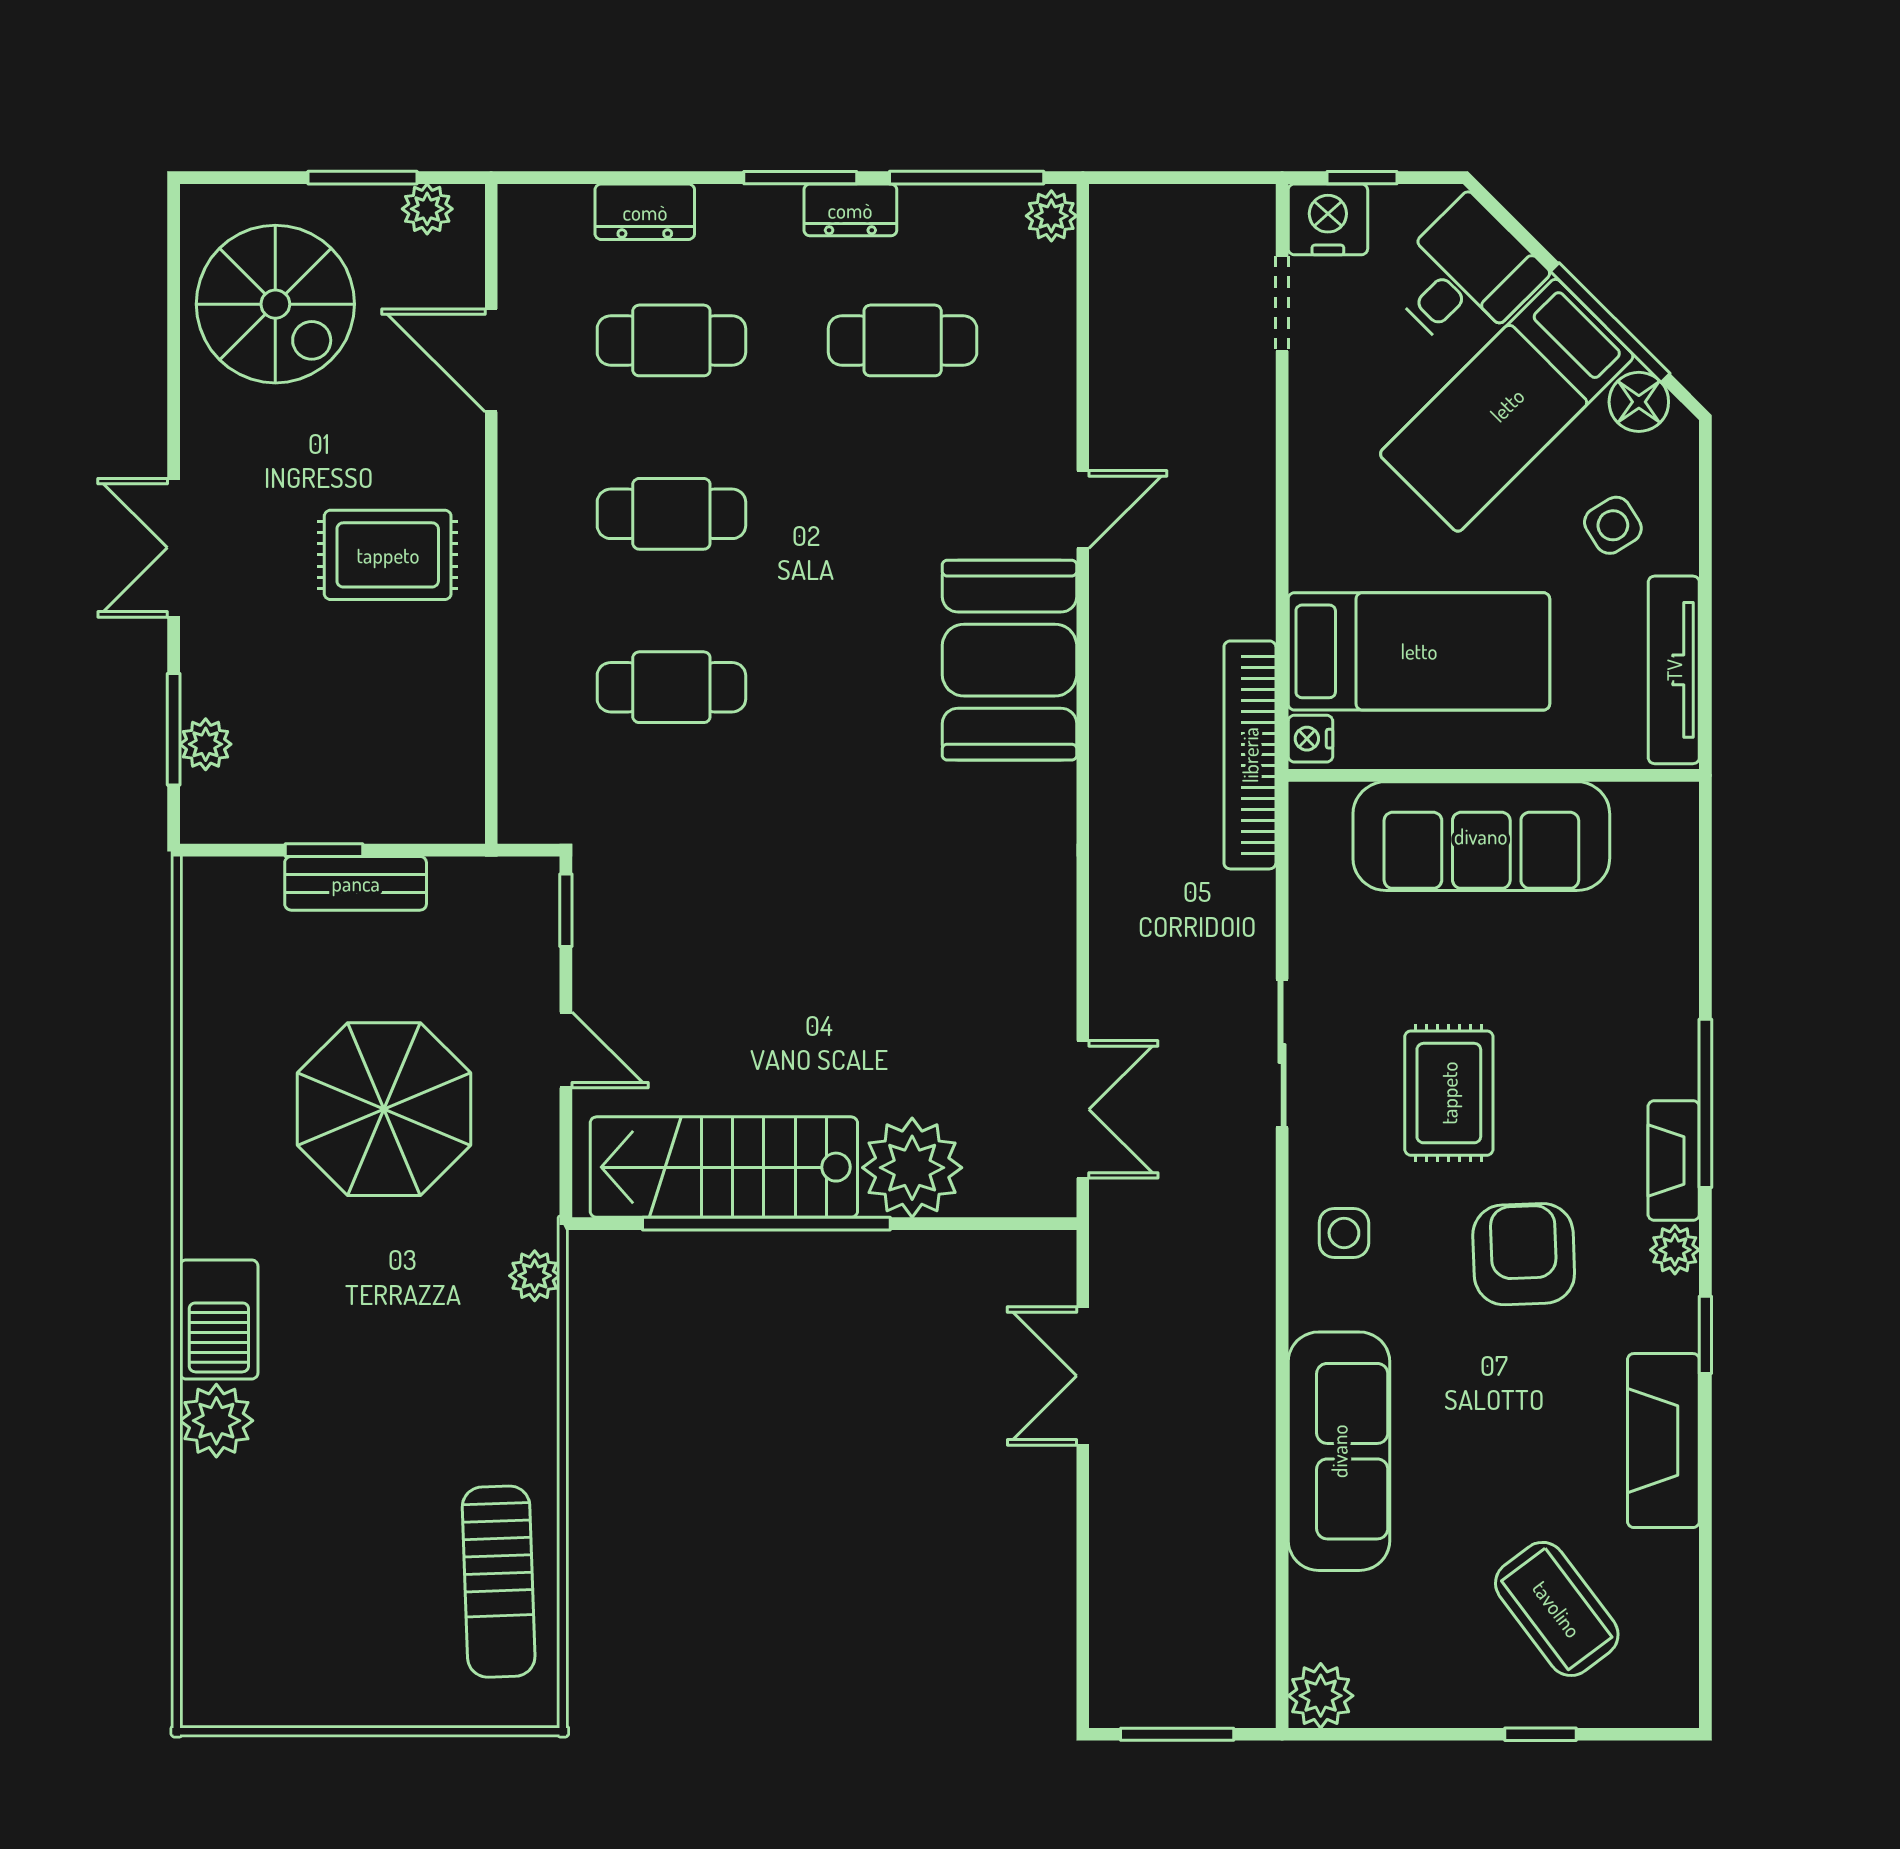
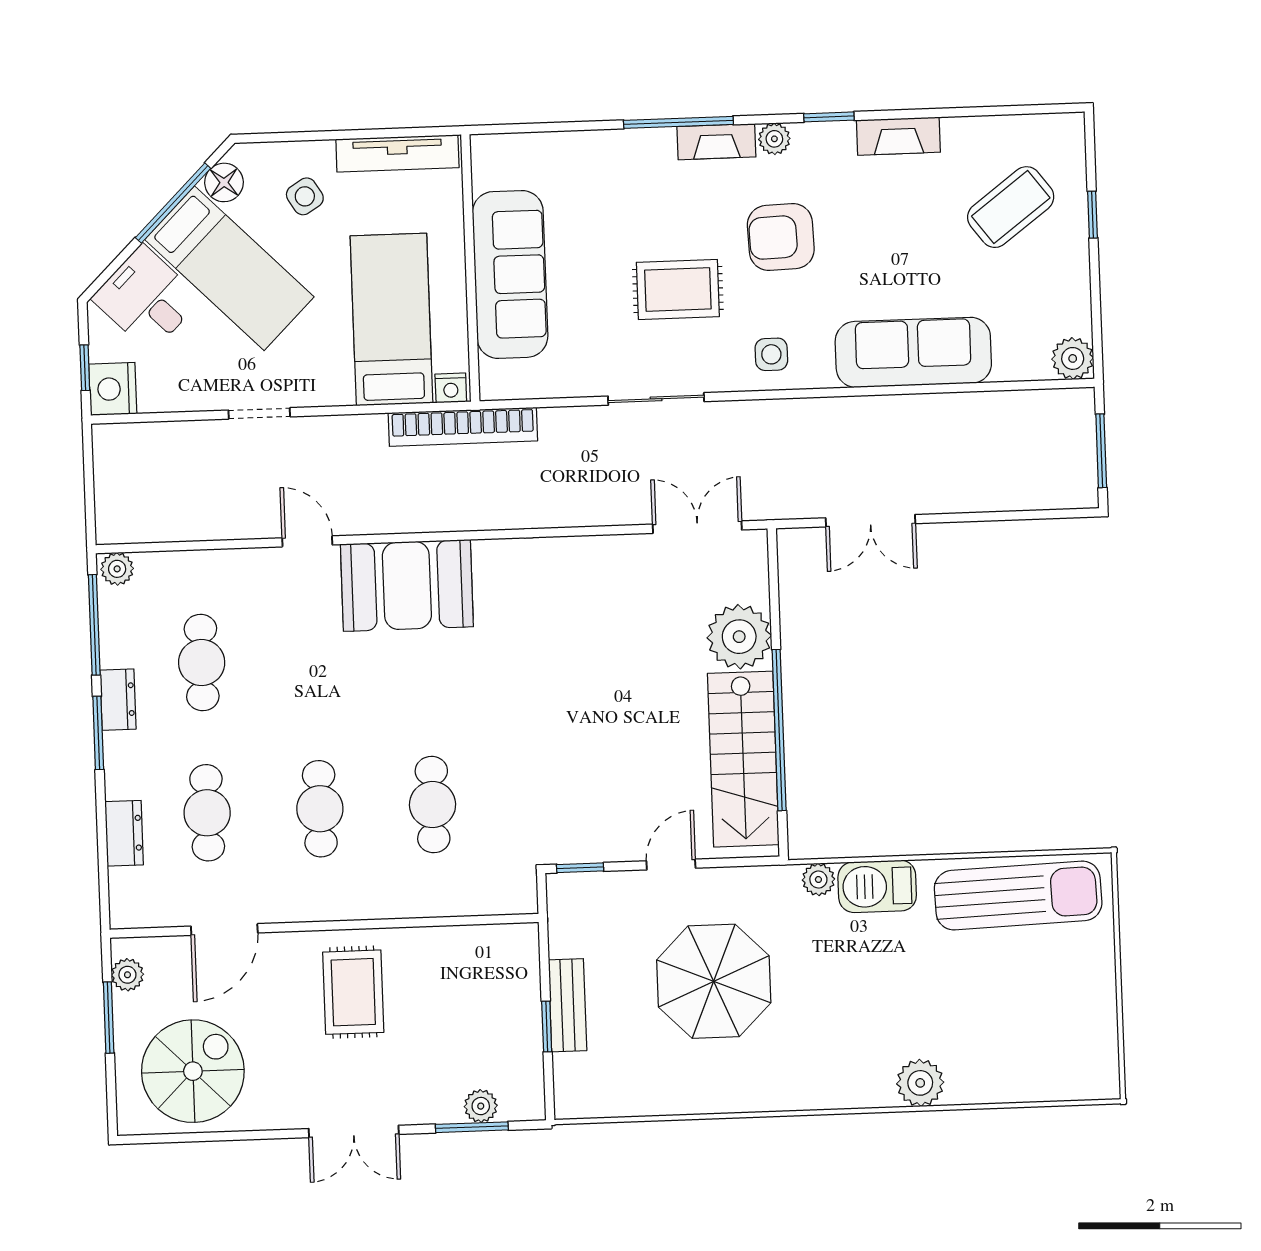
doorway: (1282, 303) -> (259, 413), moved
barbecue: (219, 1319) -> (877, 886), moved, turned 180
fireplace: (1663, 1441) -> (898, 136), width x0.73, depth x0.76
sun lounger: (499, 1582) -> (1018, 896), width x1.36, depth x1.34

